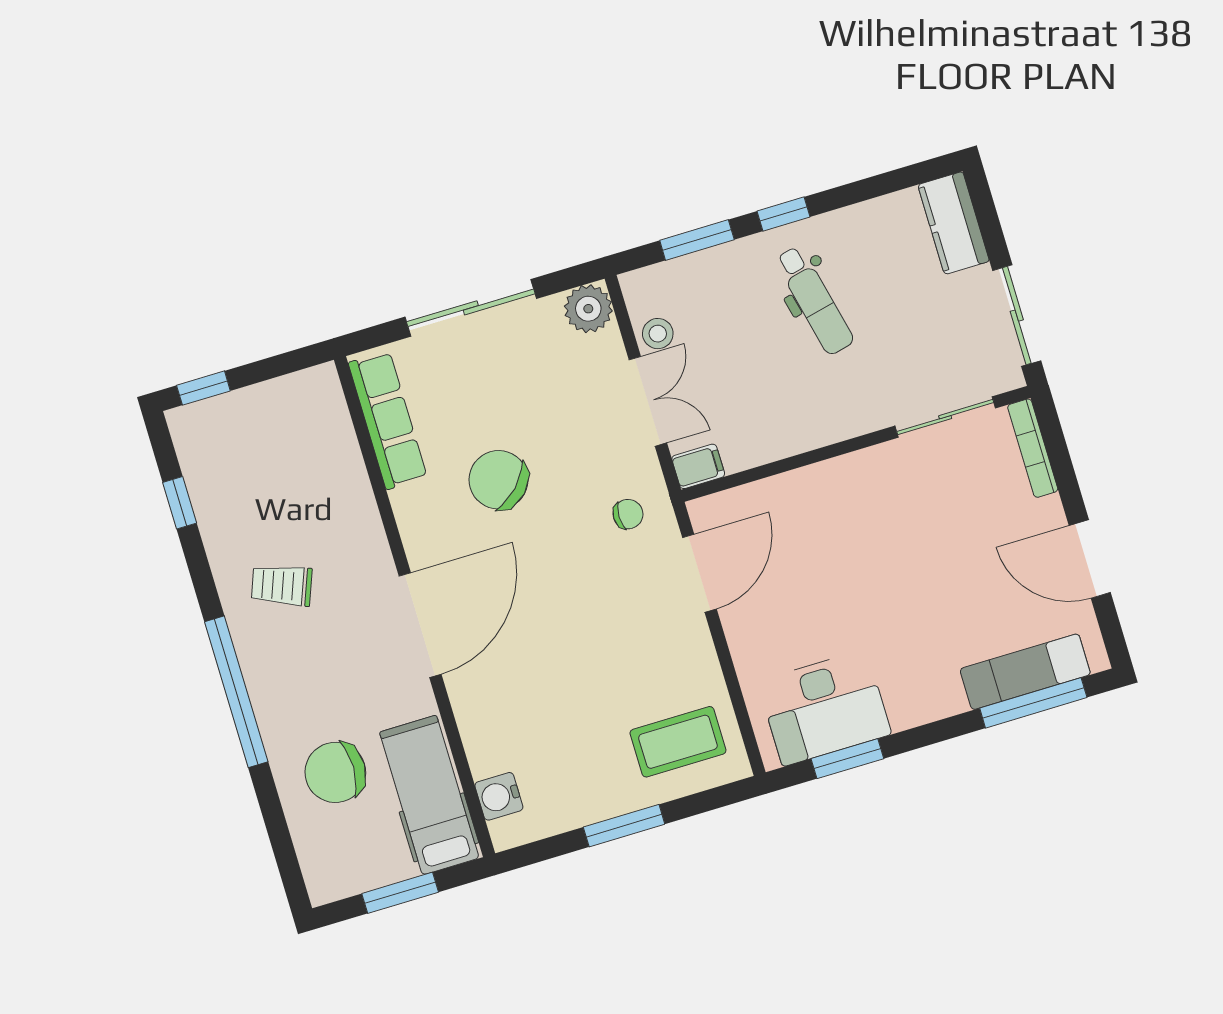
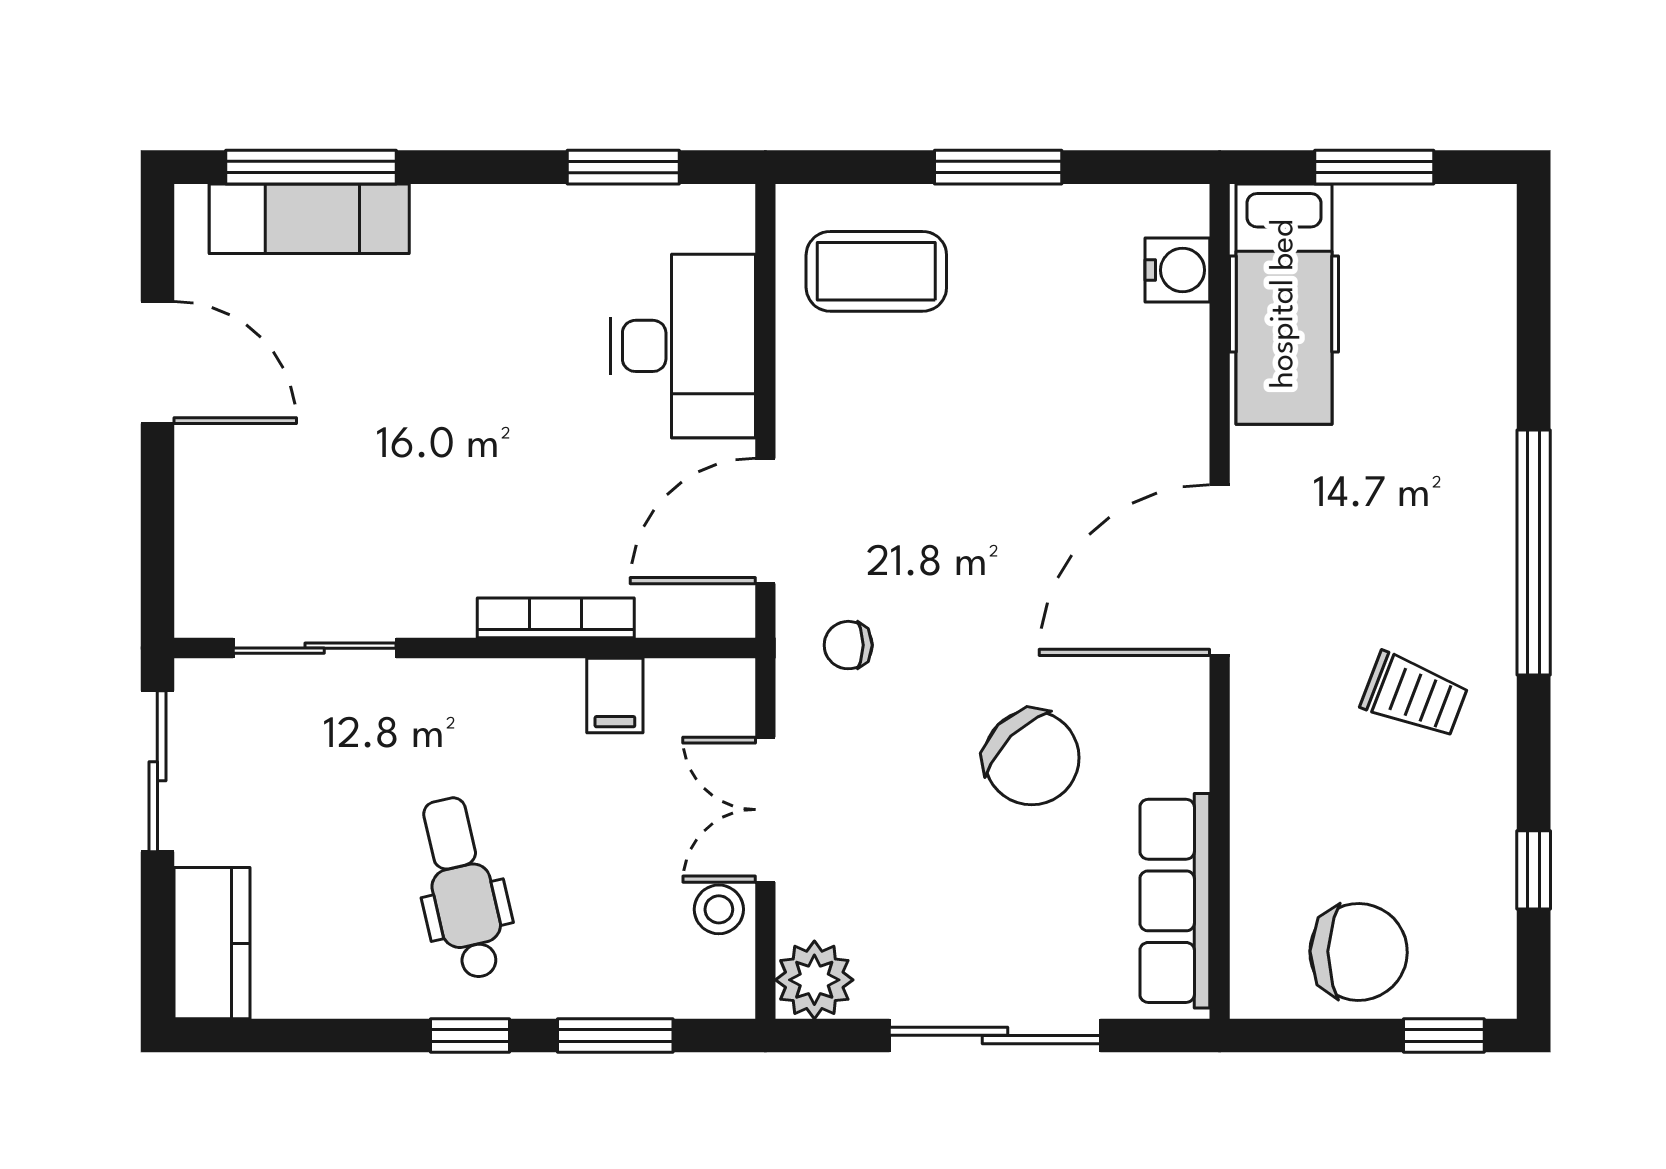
bookcase: (1033, 448) -> (556, 618), moved, turned -90
filing cabinet: (698, 466) -> (615, 695), moved, turned -90
desk: (824, 708) -> (683, 346), moved, turned 90
chair: (335, 772) -> (1359, 952), moved

